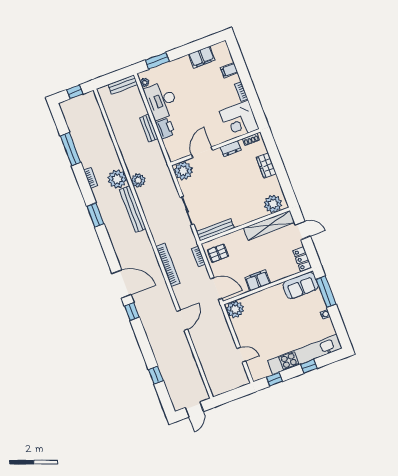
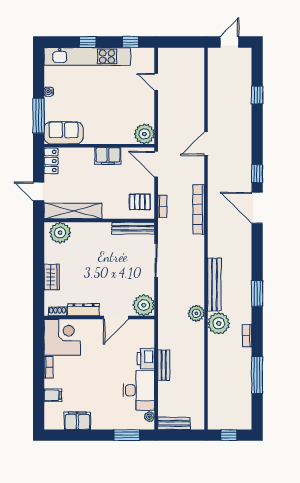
dresser: (231, 149) -> (83, 310), width x1.44

